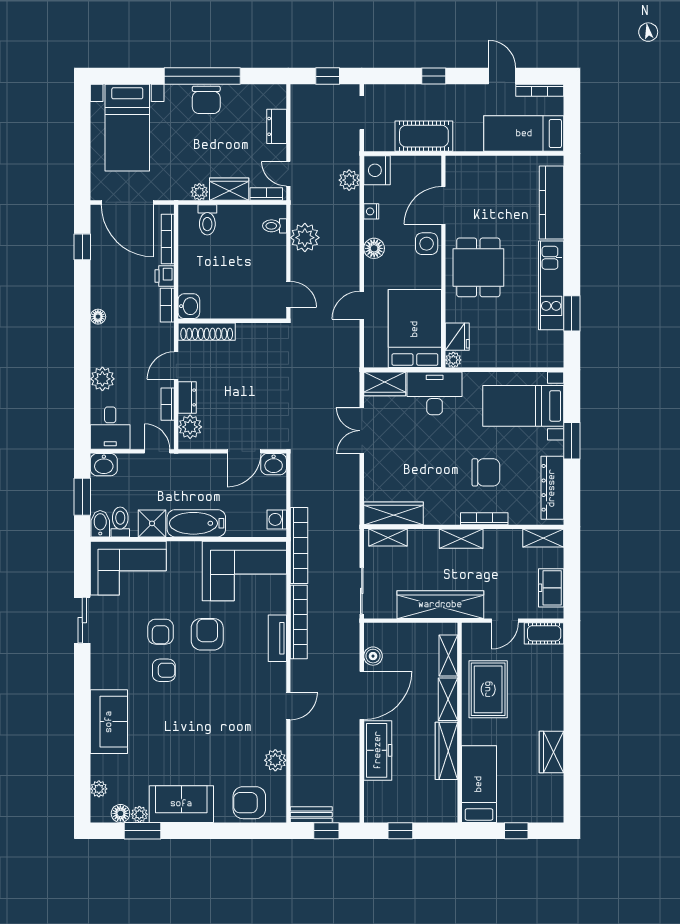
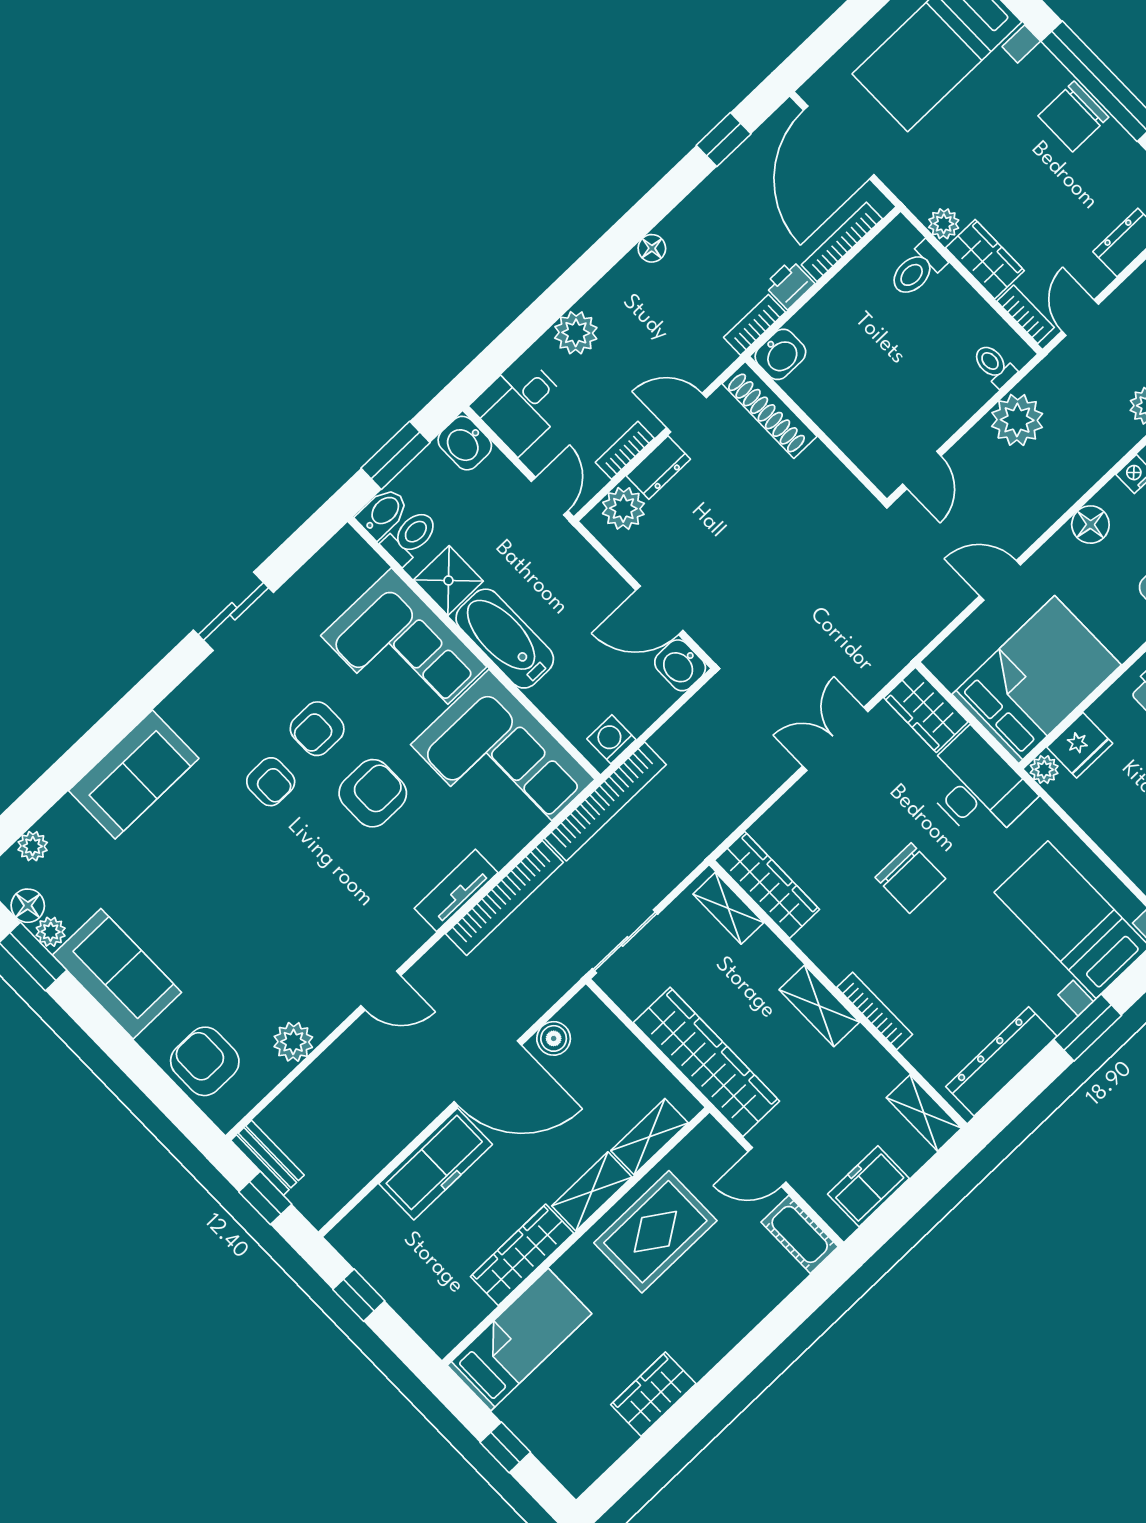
chair: (486, 472) -> (910, 878), moved
corner sofa: (128, 568) -> (404, 651), moved

